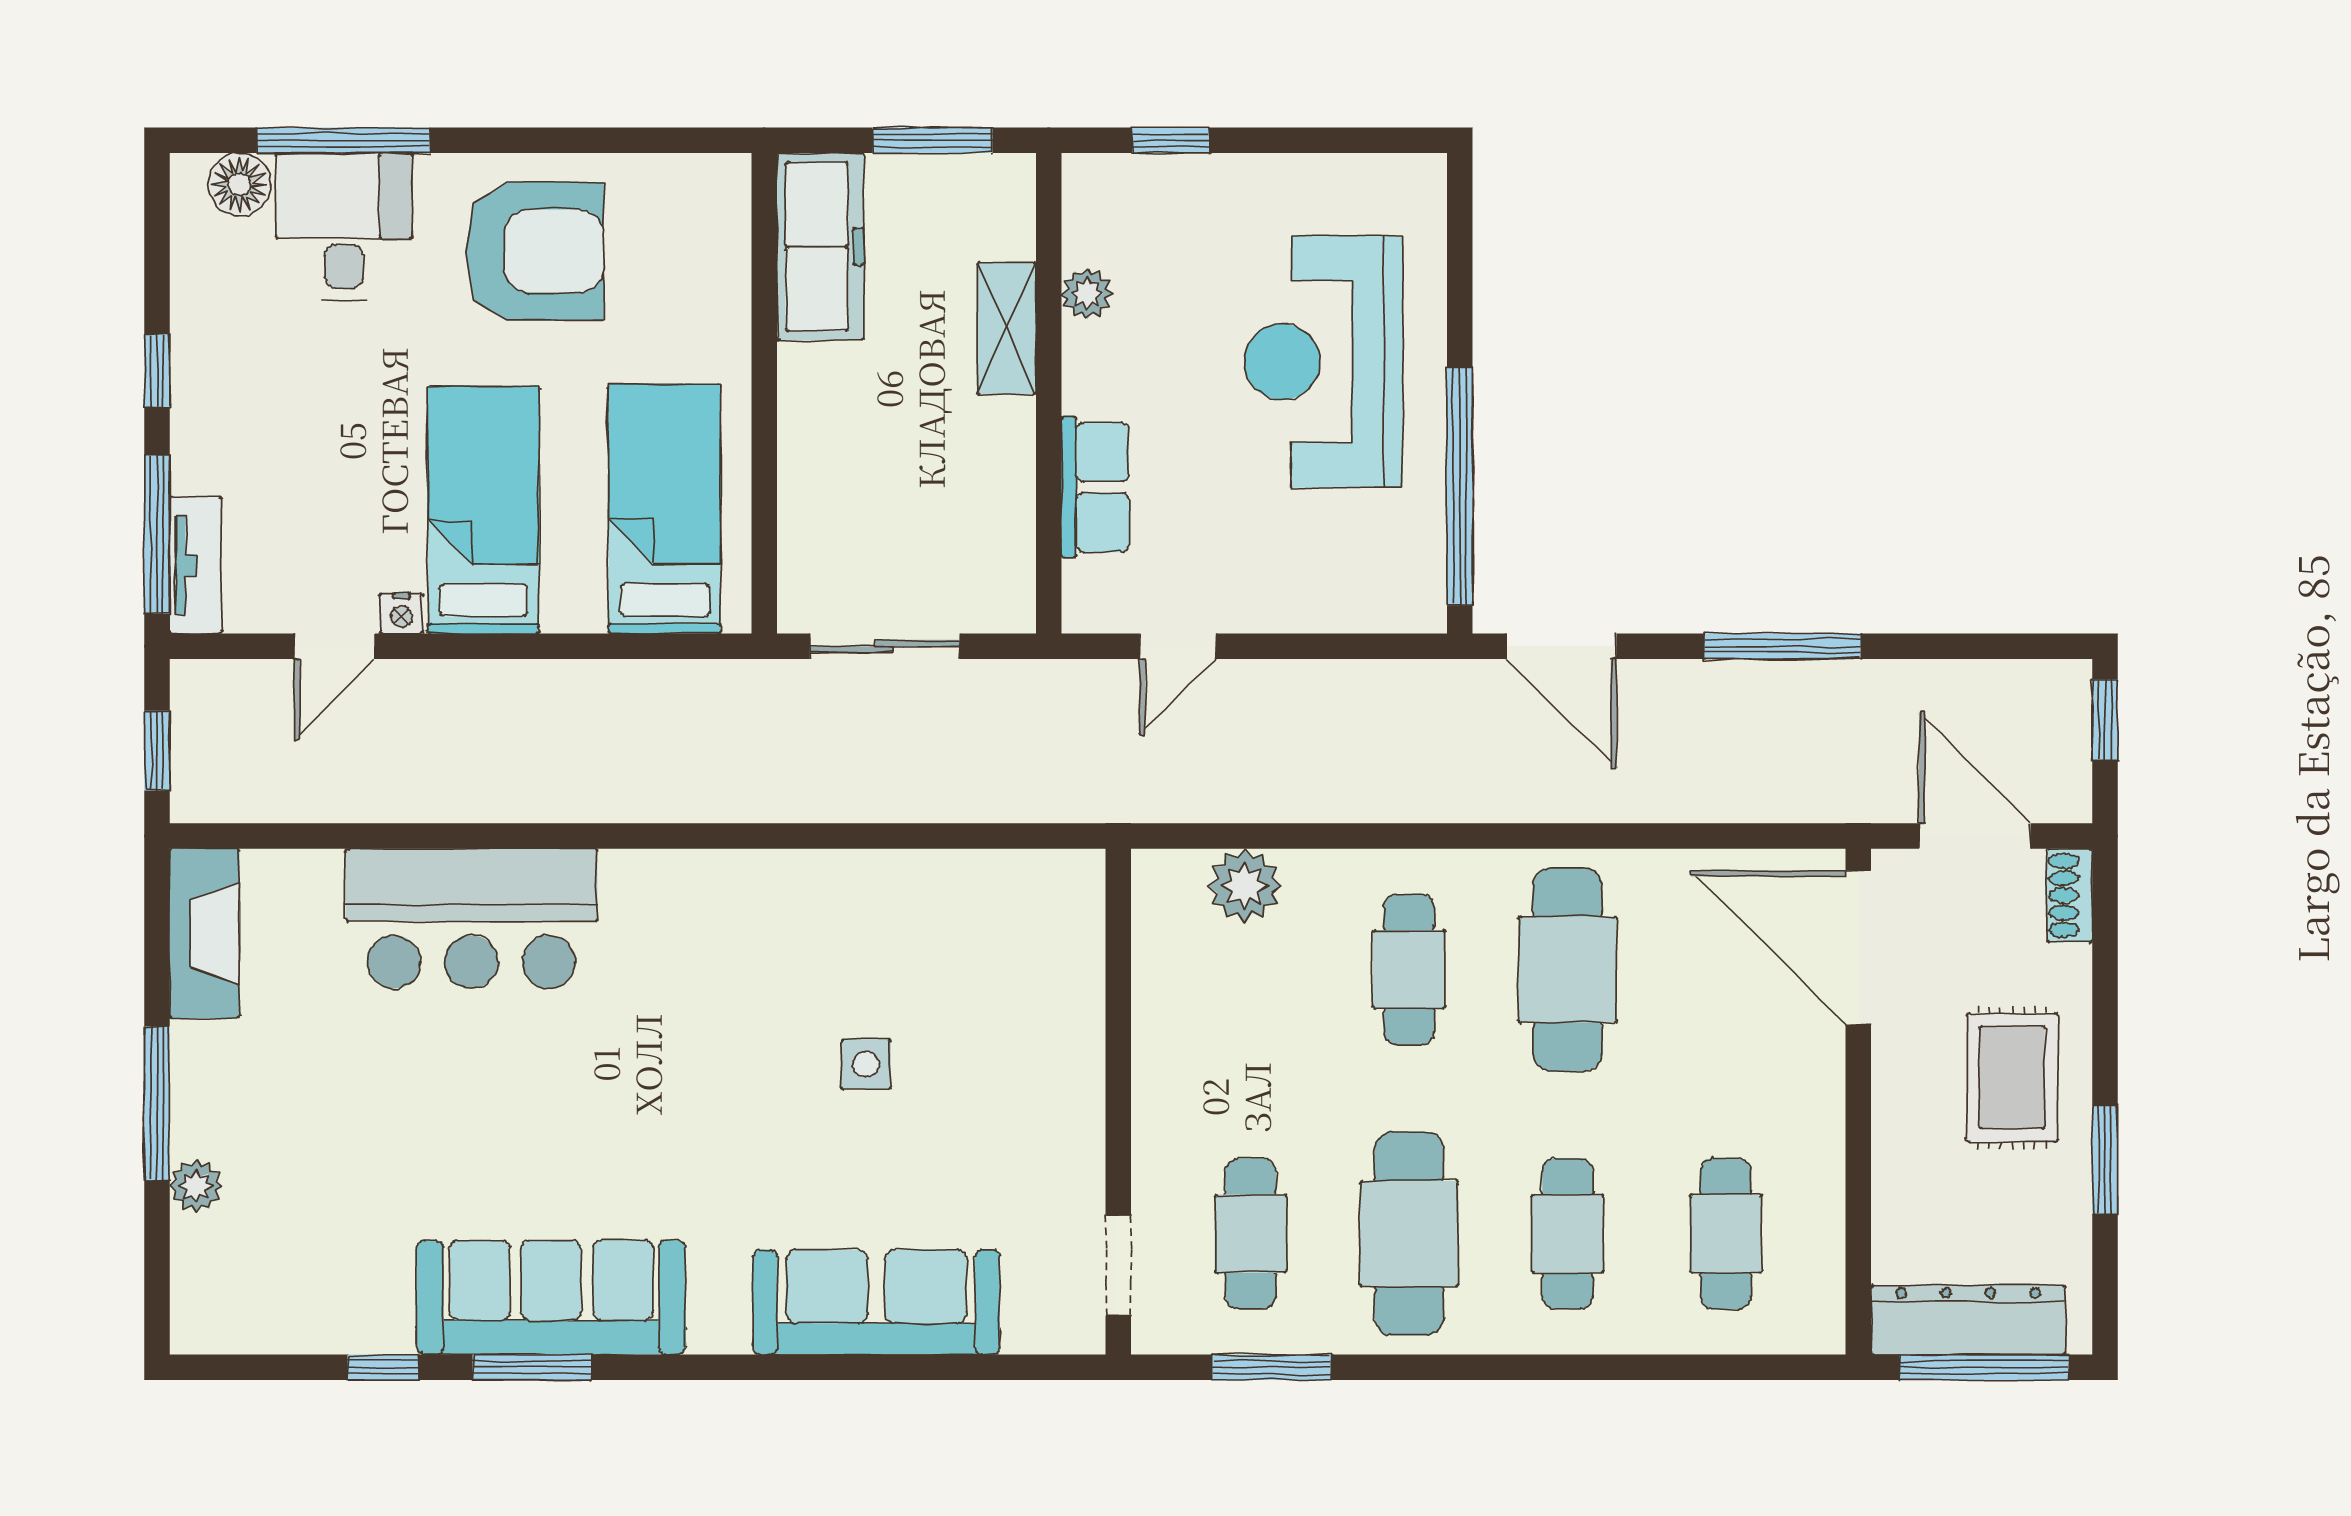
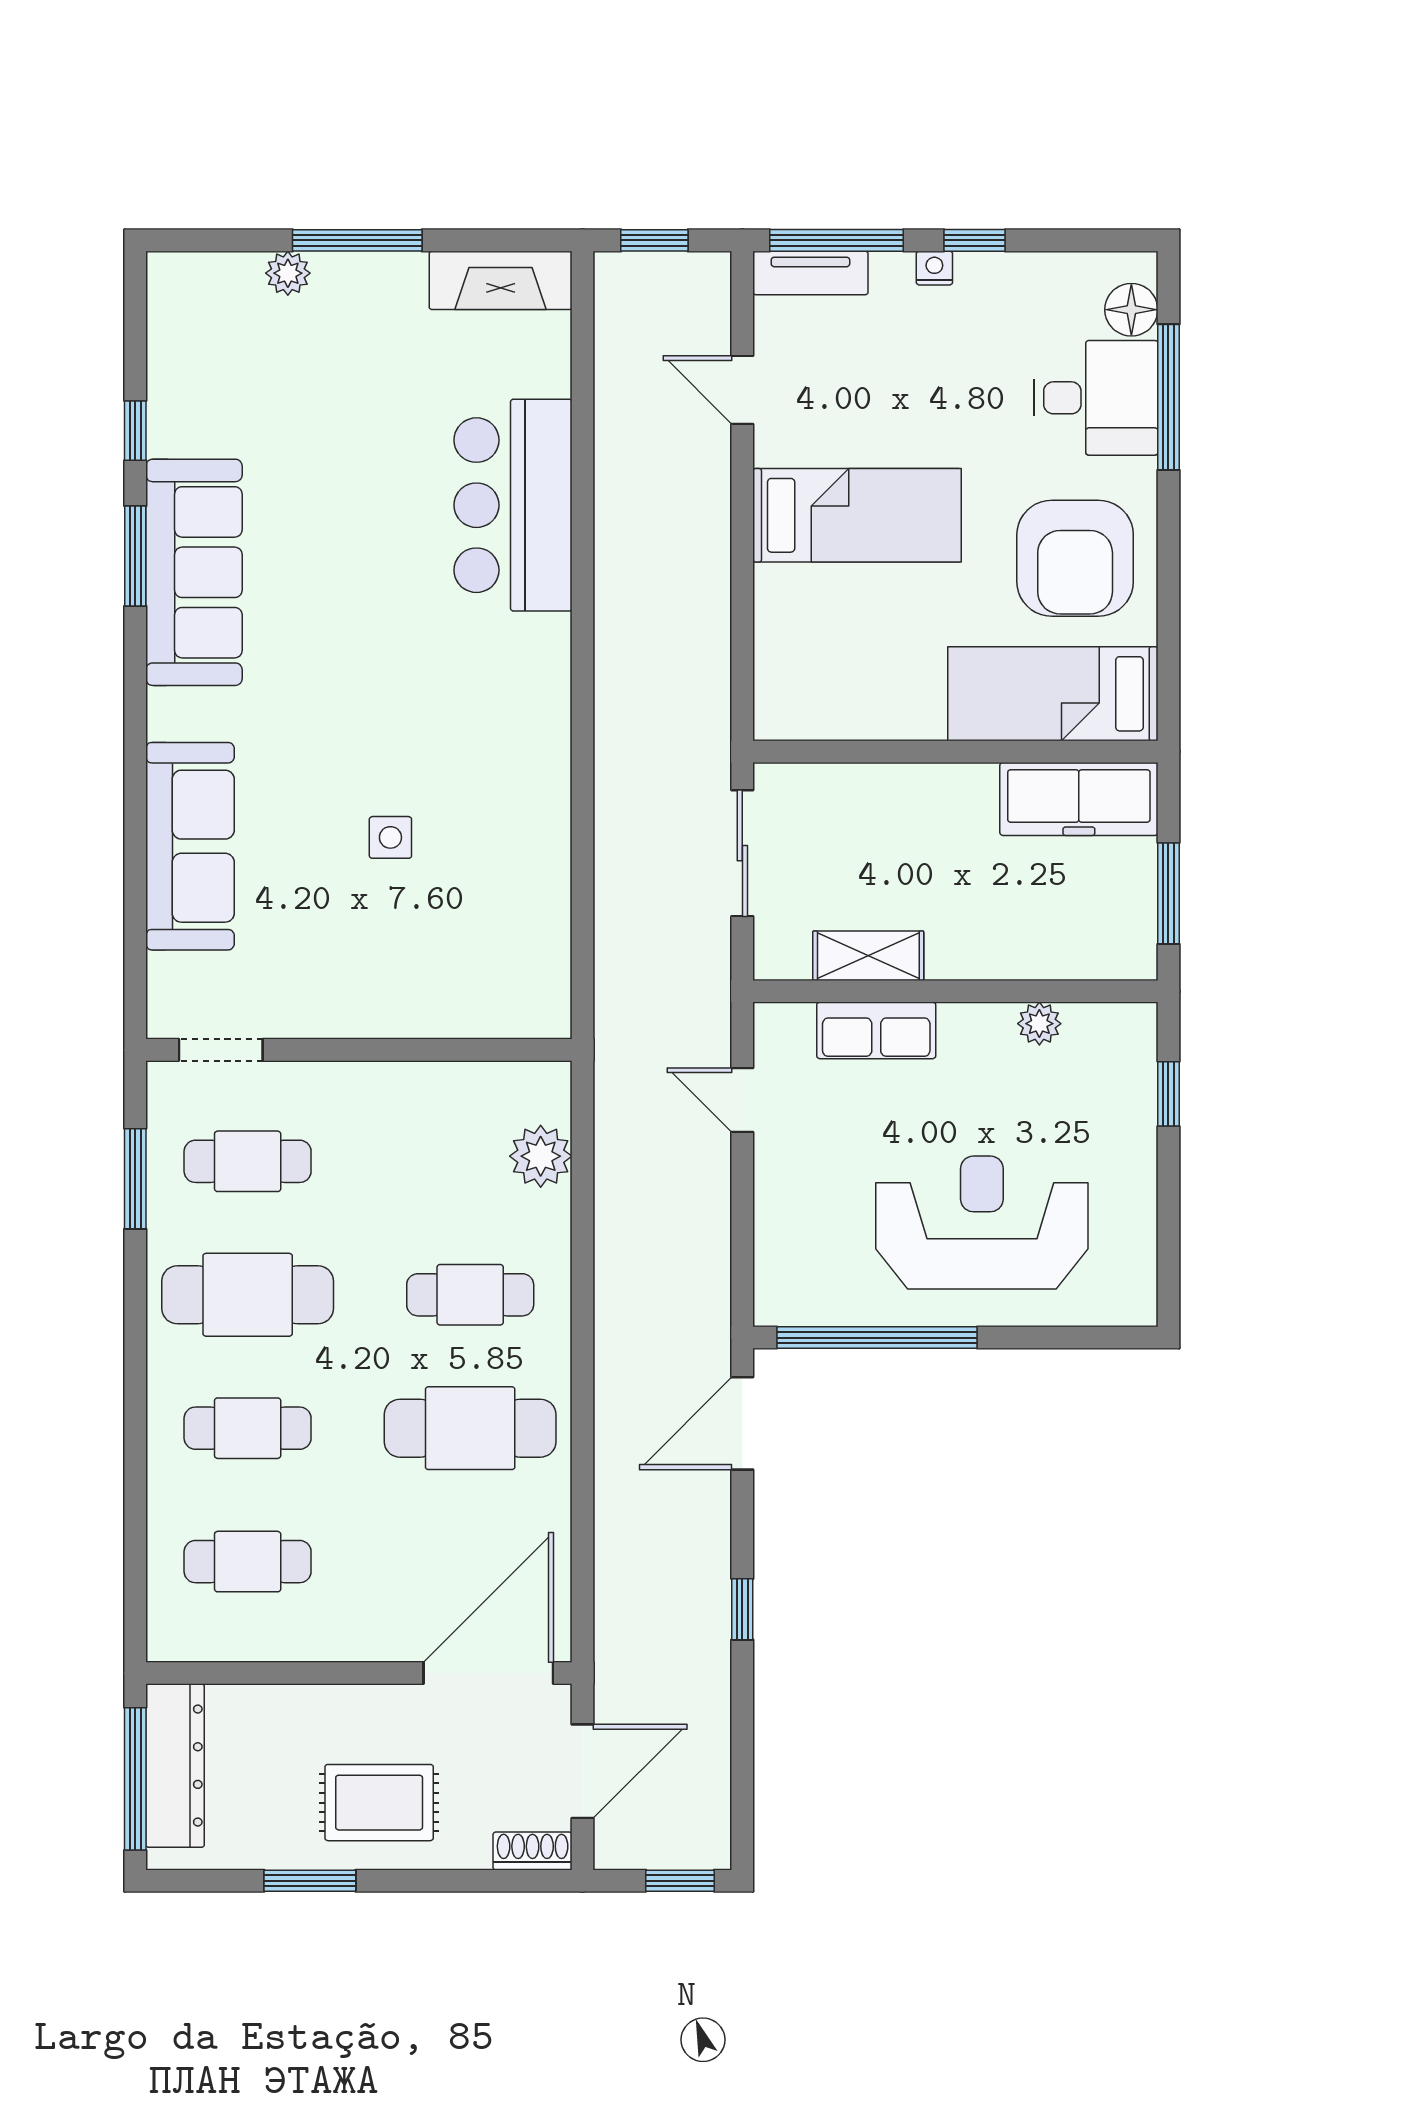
shelving: (1006, 328) -> (868, 956), moved
bed: (665, 509) -> (1053, 694), moved, turned 180
nightstand: (401, 613) -> (934, 268), moved, turned 90
window: (1782, 646) -> (742, 1609), width x0.46

